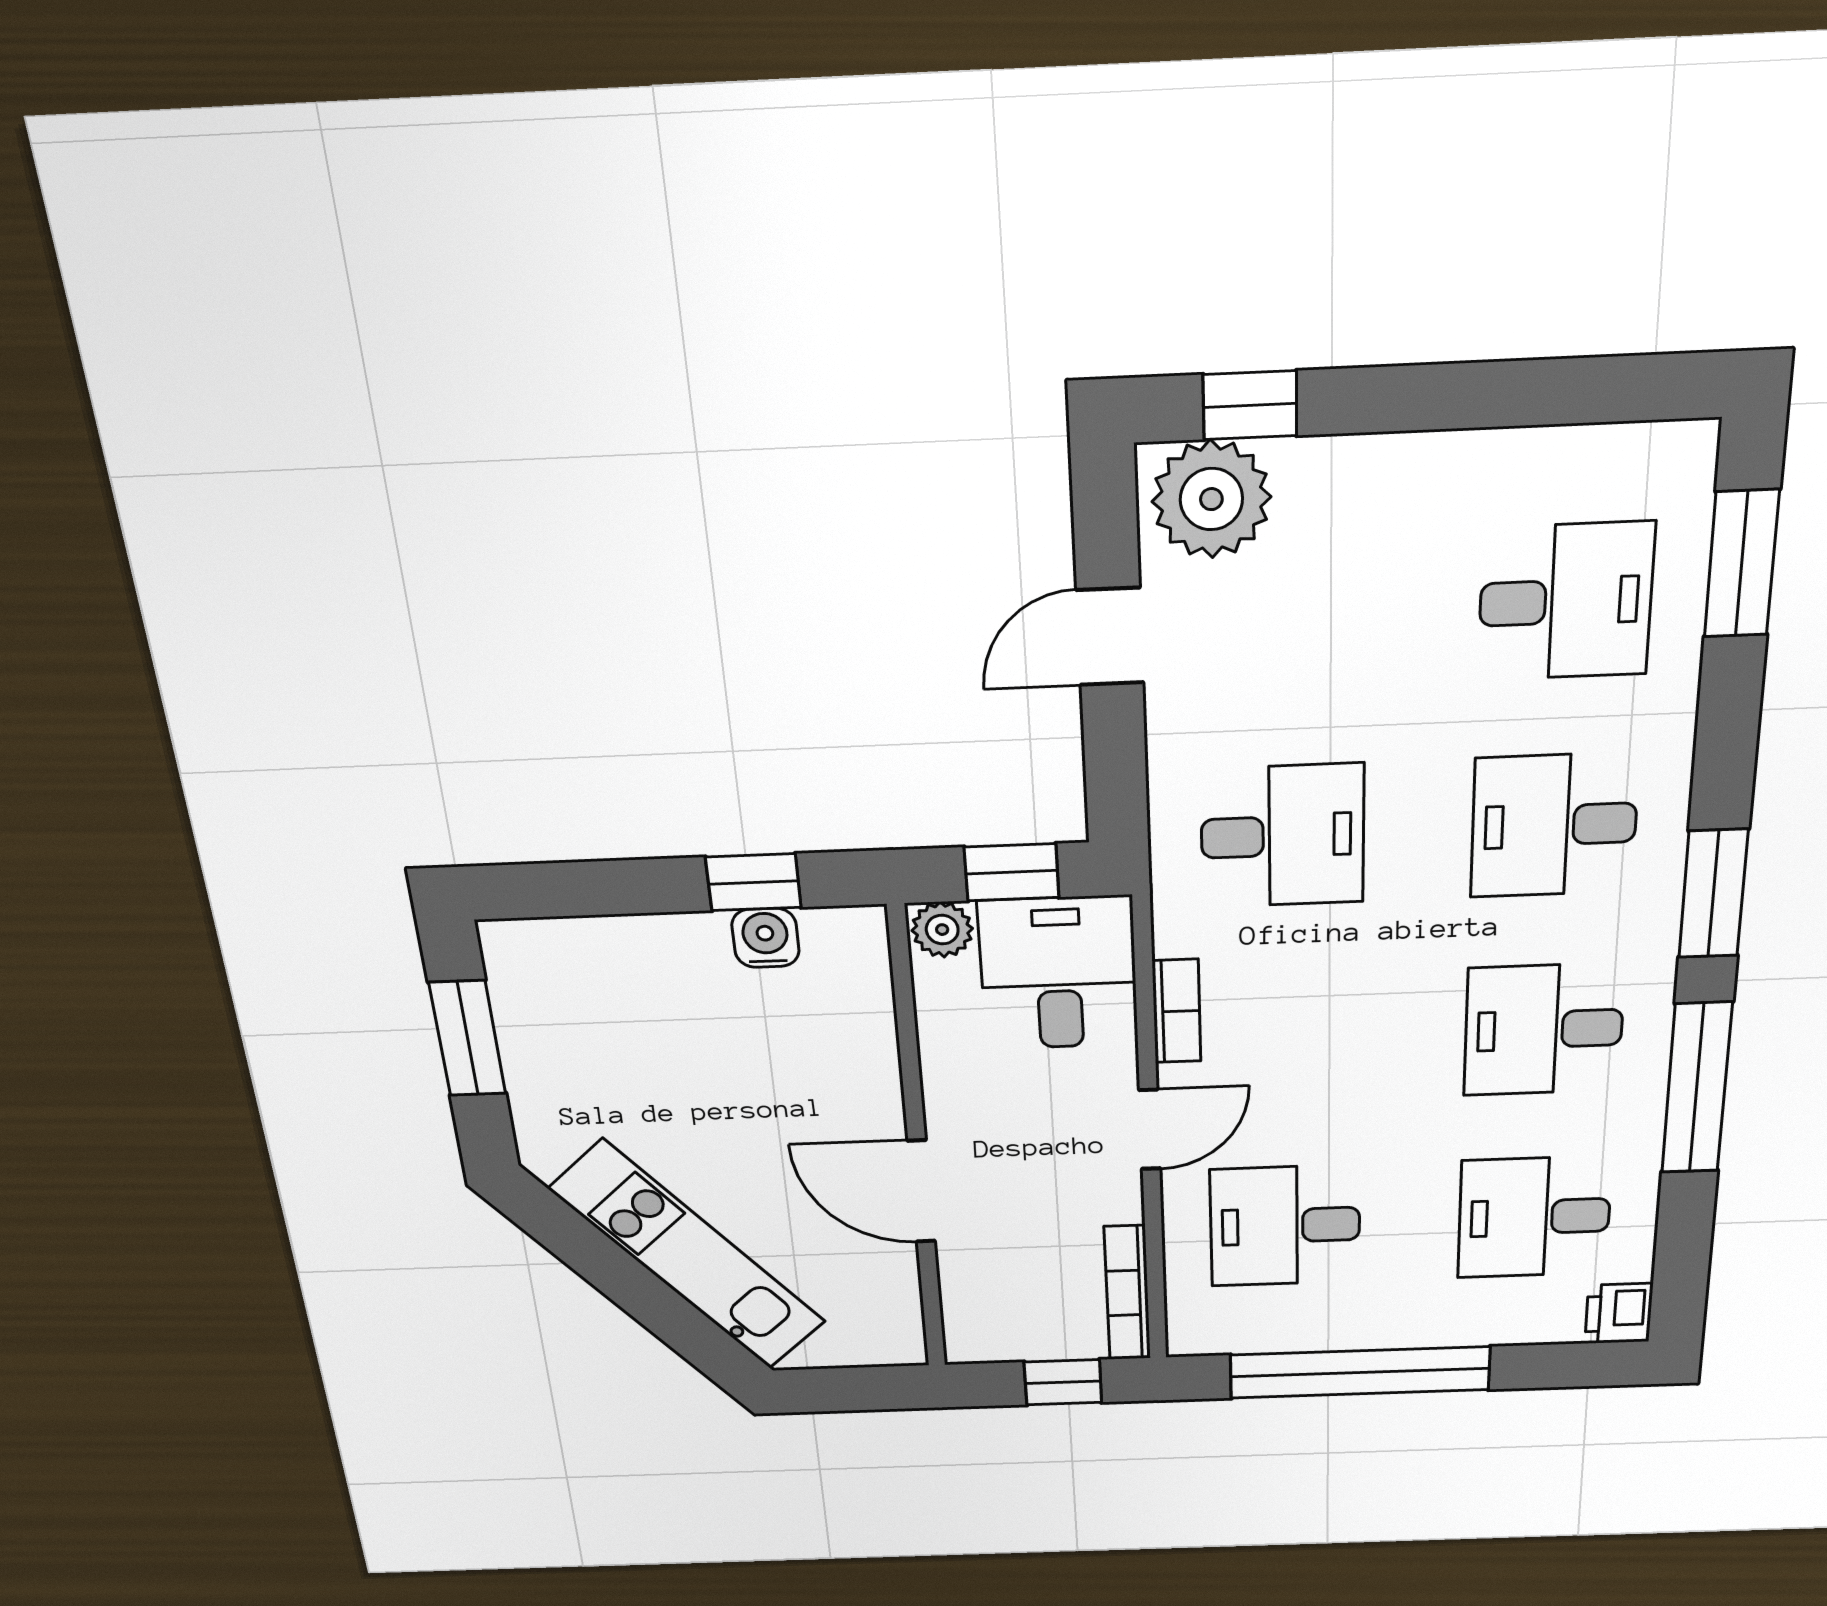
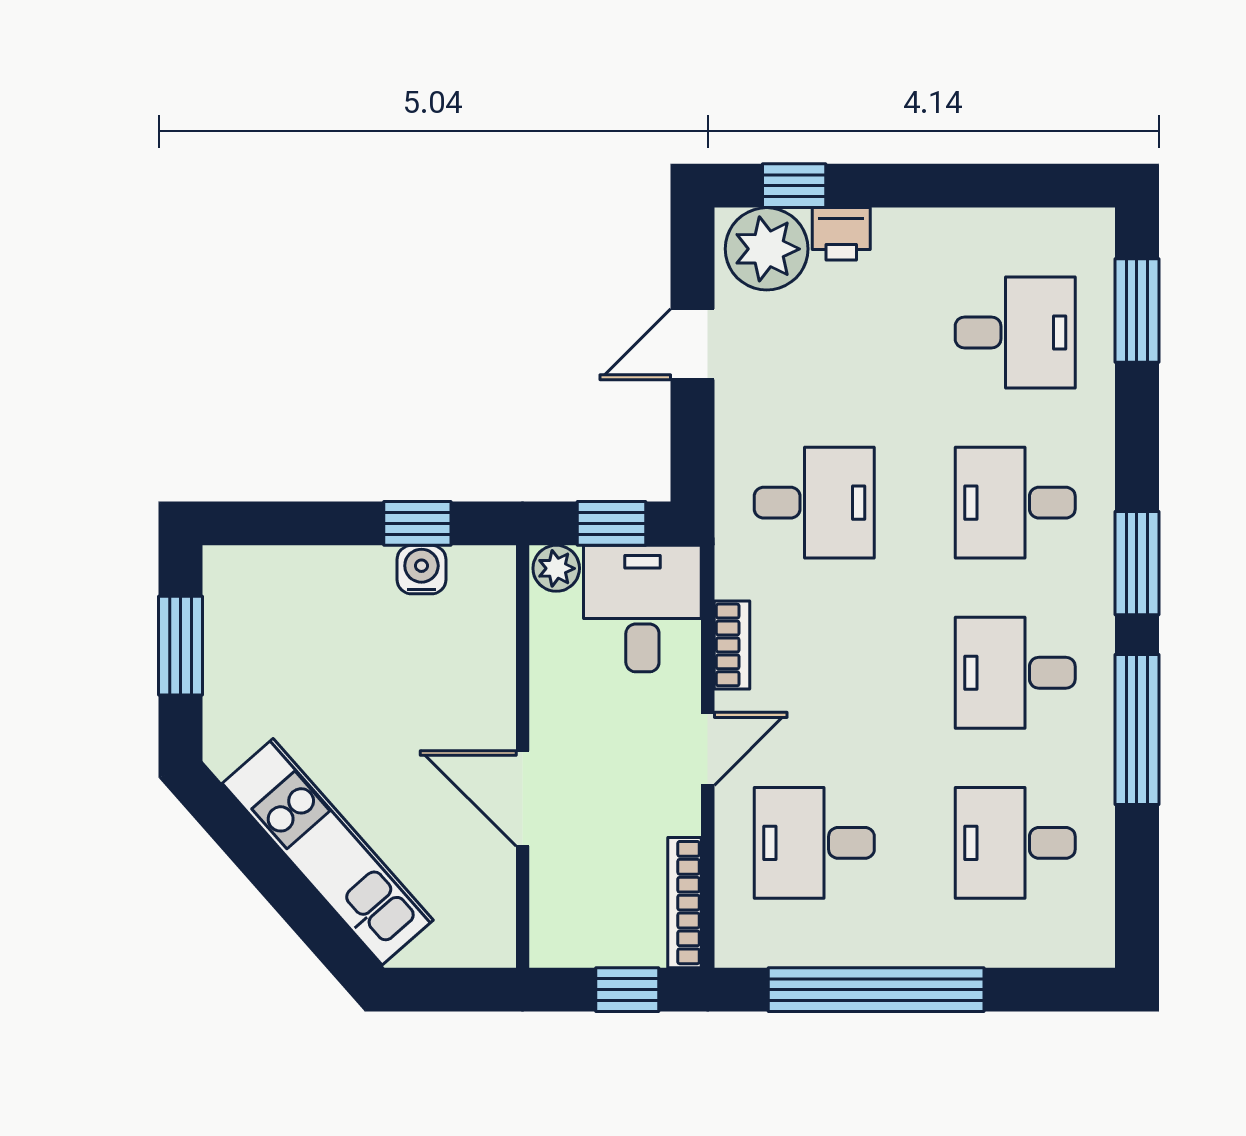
printer: (1619, 1313) -> (841, 234), moved, turned -90

